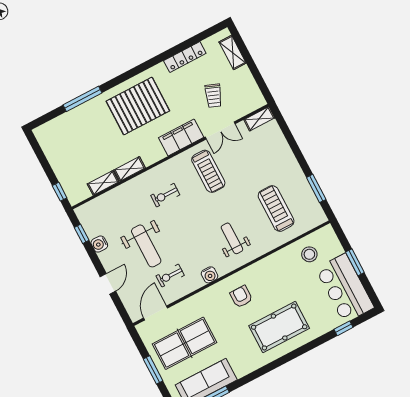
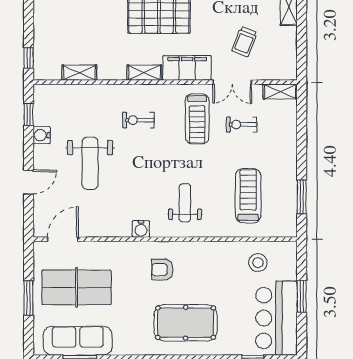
shelving: (130, 169) -> (144, 73), moved
exercise bike: (170, 276) -> (242, 125), moved
armchair: (241, 297) -> (162, 270), turned -90

